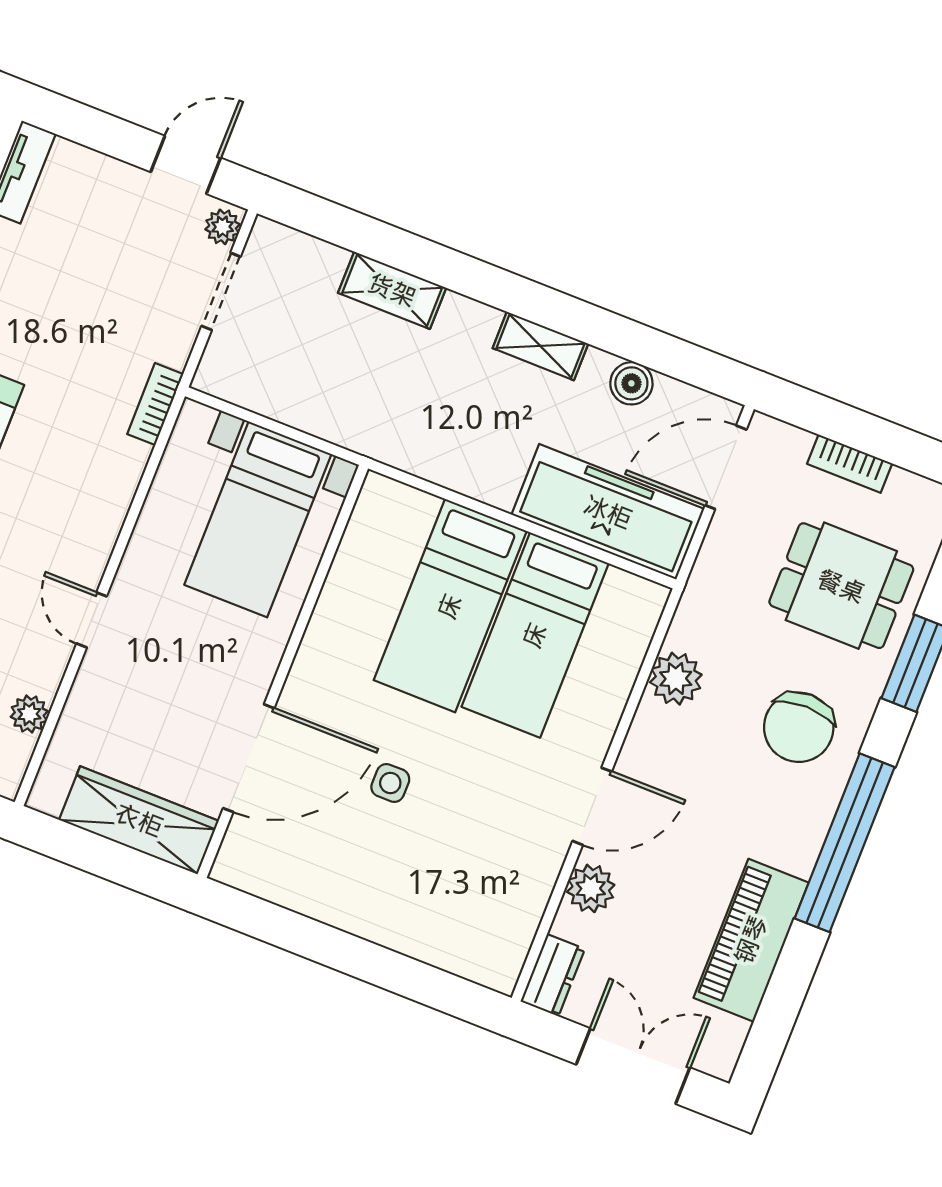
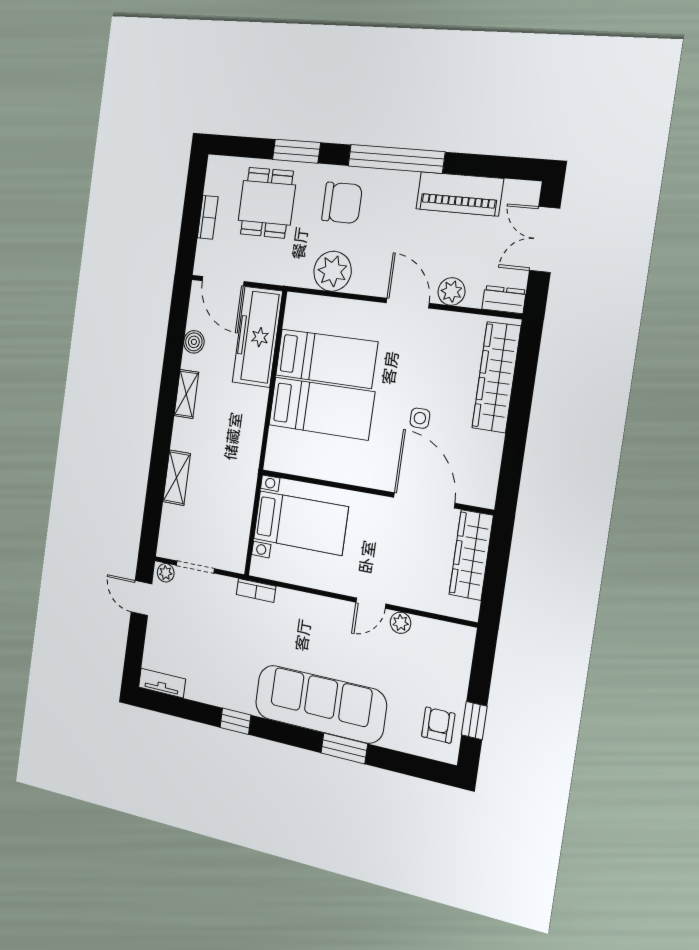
plant: (676, 679) -> (333, 271), width x1.36, depth x1.36
plant: (29, 714) -> (400, 623), moved
wardrobe: (427, 933) -> (496, 377), added

